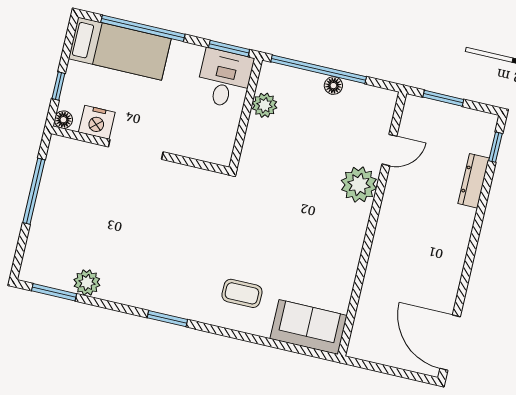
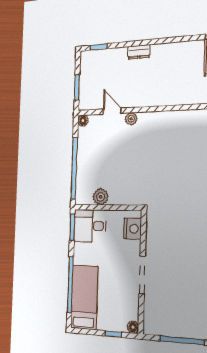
floor lamp: (333, 86) -> (83, 121), moved
nightstand: (97, 122) -> (133, 229), moved
dresser: (474, 181) -> (139, 52), moved, width x0.70
plant: (359, 185) -> (131, 119), width x0.53, depth x0.53

